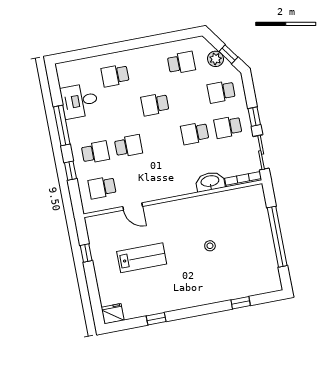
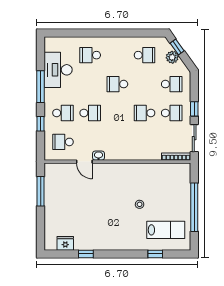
window: (228, 54) -> (177, 47), moved
school desk: (221, 92) -> (172, 84), turned 180
desk: (79, 101) -> (58, 70), width x1.37
school desk: (228, 127) -> (172, 113), turned 180
washbasin: (210, 182) -> (99, 156), moved, width x0.52, depth x0.69
window: (86, 253) -> (41, 191), width x2.17
lab bench: (142, 258) -> (166, 230), moved
fridge: (113, 314) -> (65, 243), moved

